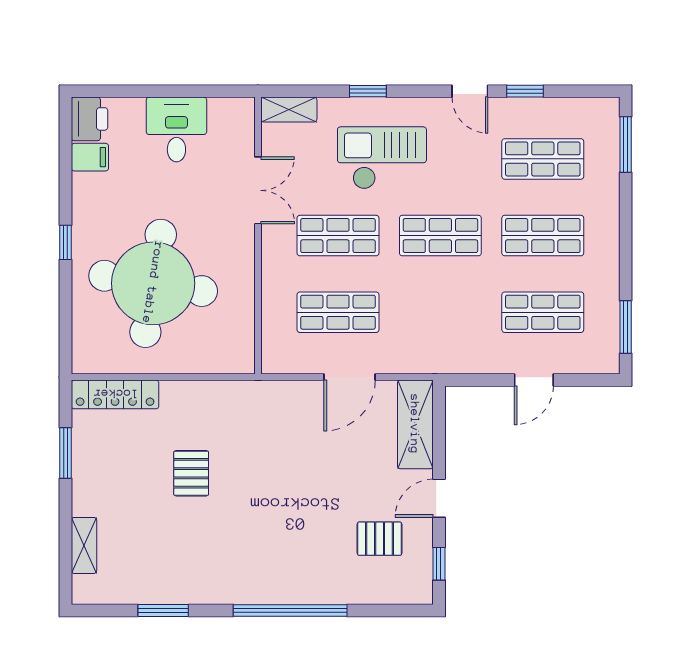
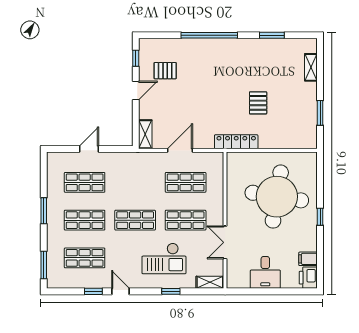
window: (626, 327) -> (44, 211), moved
locker: (115, 394) -> (236, 142), moved
shelving: (415, 424) -> (145, 134), width x0.67, depth x0.75

